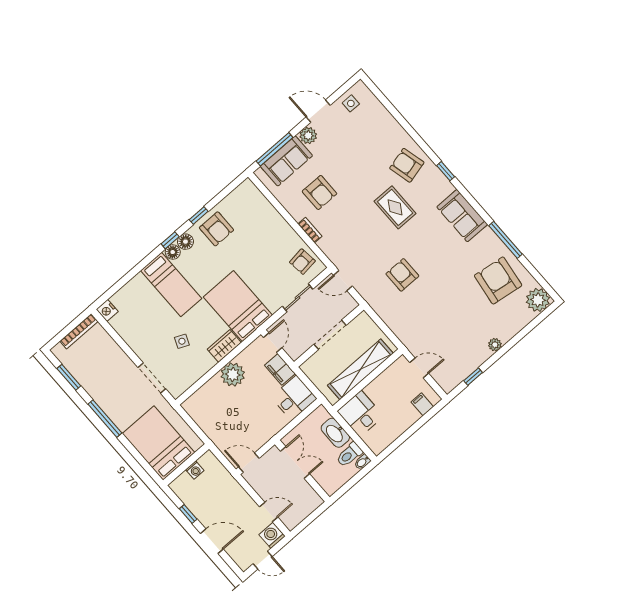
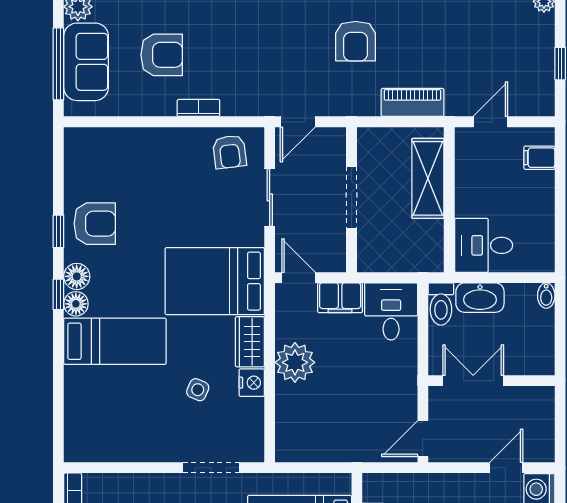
armchair: (402, 275) -> (356, 41), turned -90
nightstand: (107, 310) -> (252, 383), moved, turned -90
piano: (397, 325) -> (413, 102), added
shelving: (360, 369) -> (428, 178), width x0.68
toilet: (349, 455) -> (441, 304), moved

